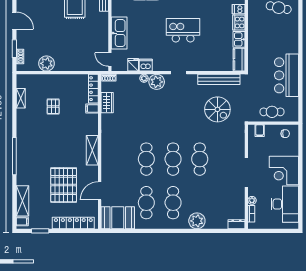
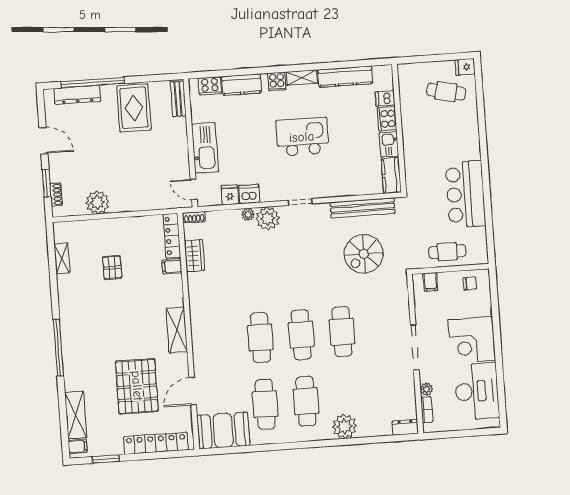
spiral stairs: (217, 109) -> (364, 254), turned 90

